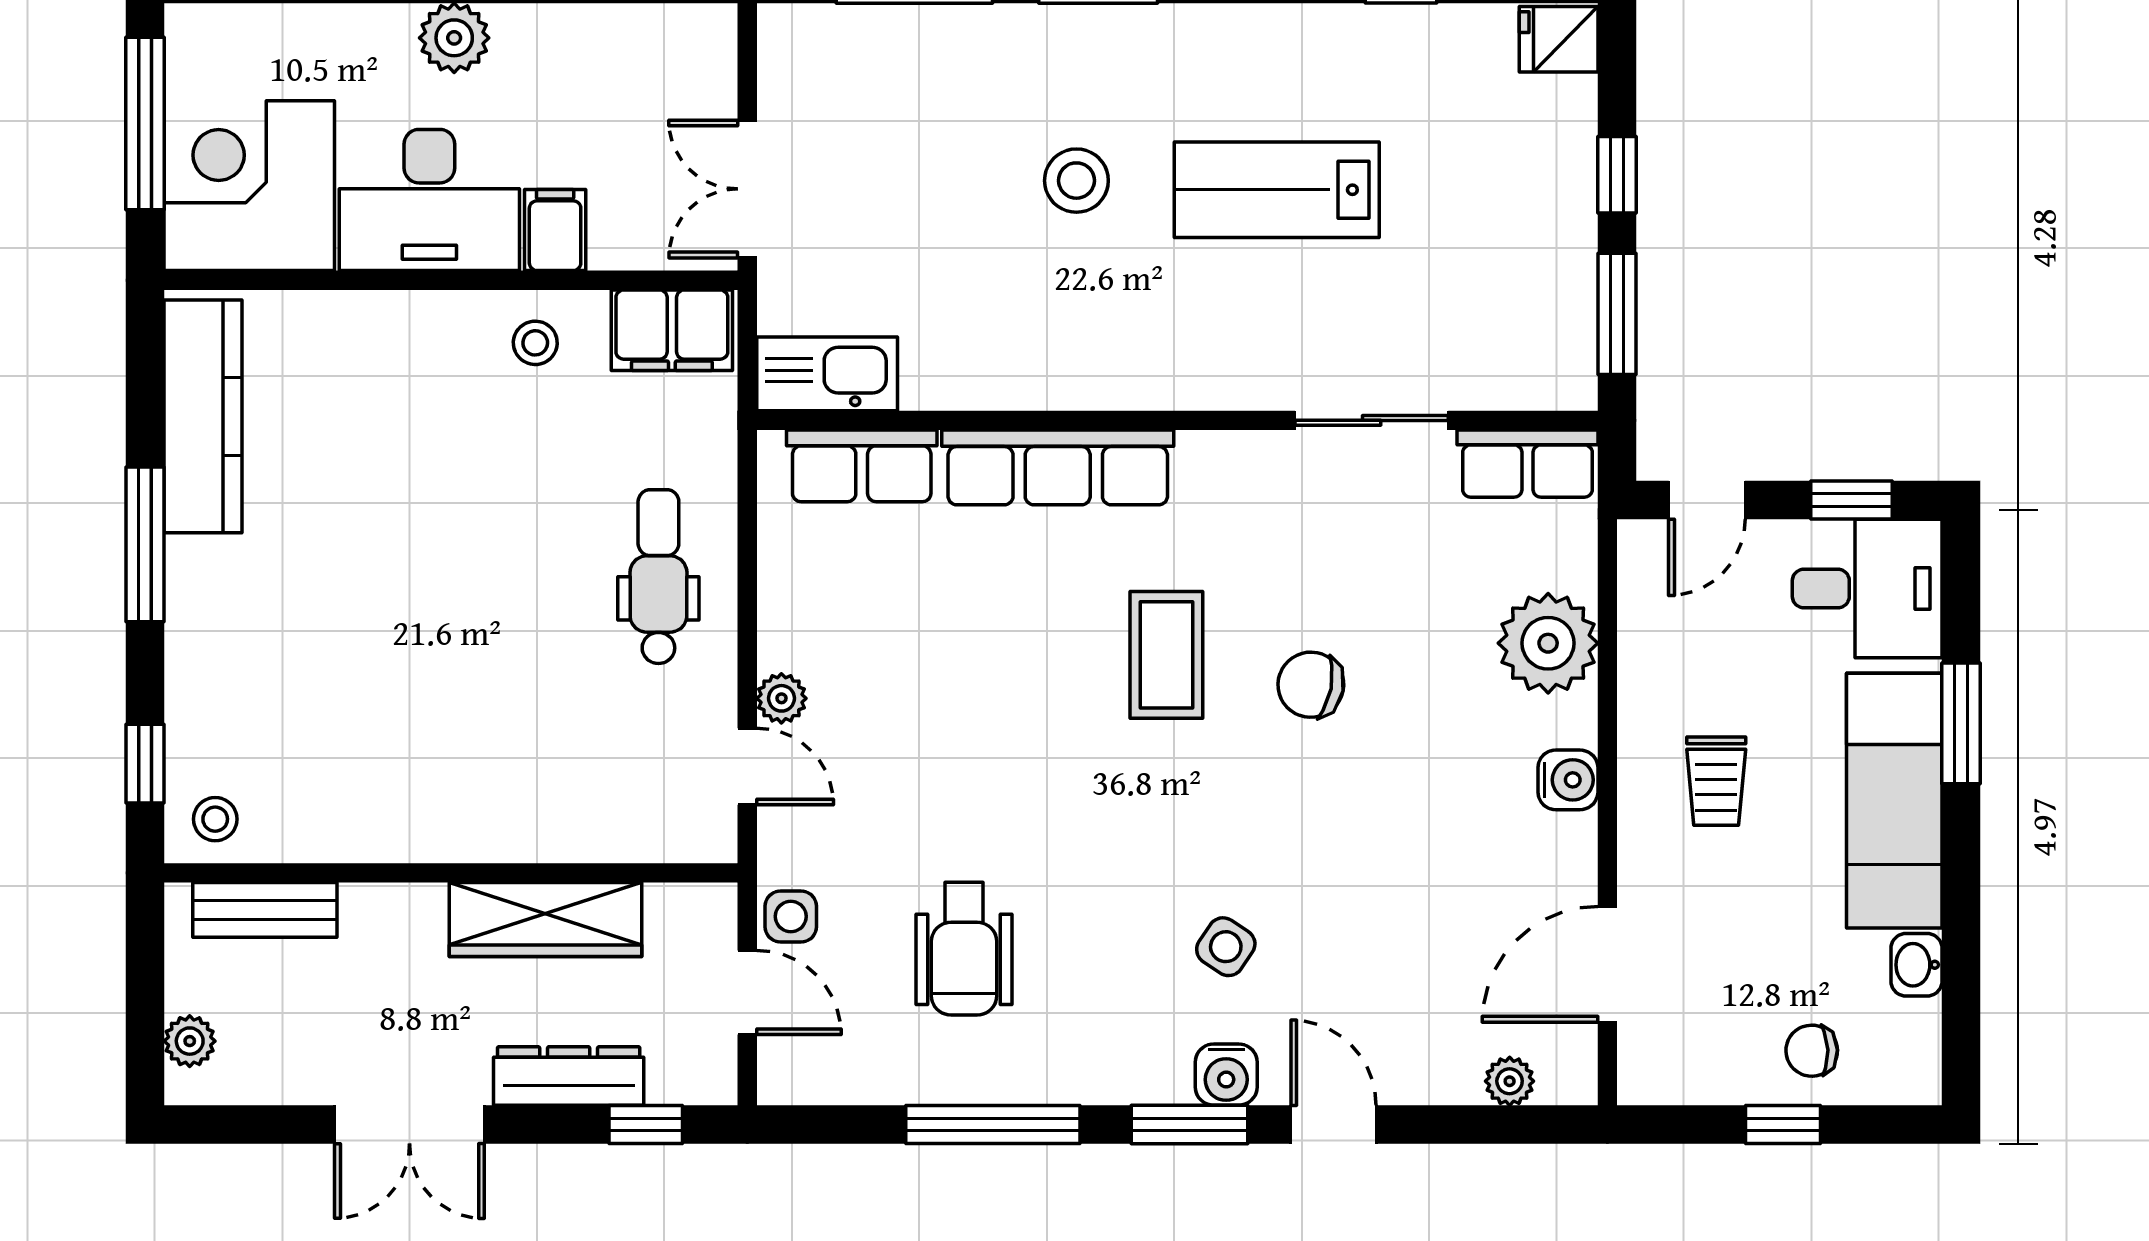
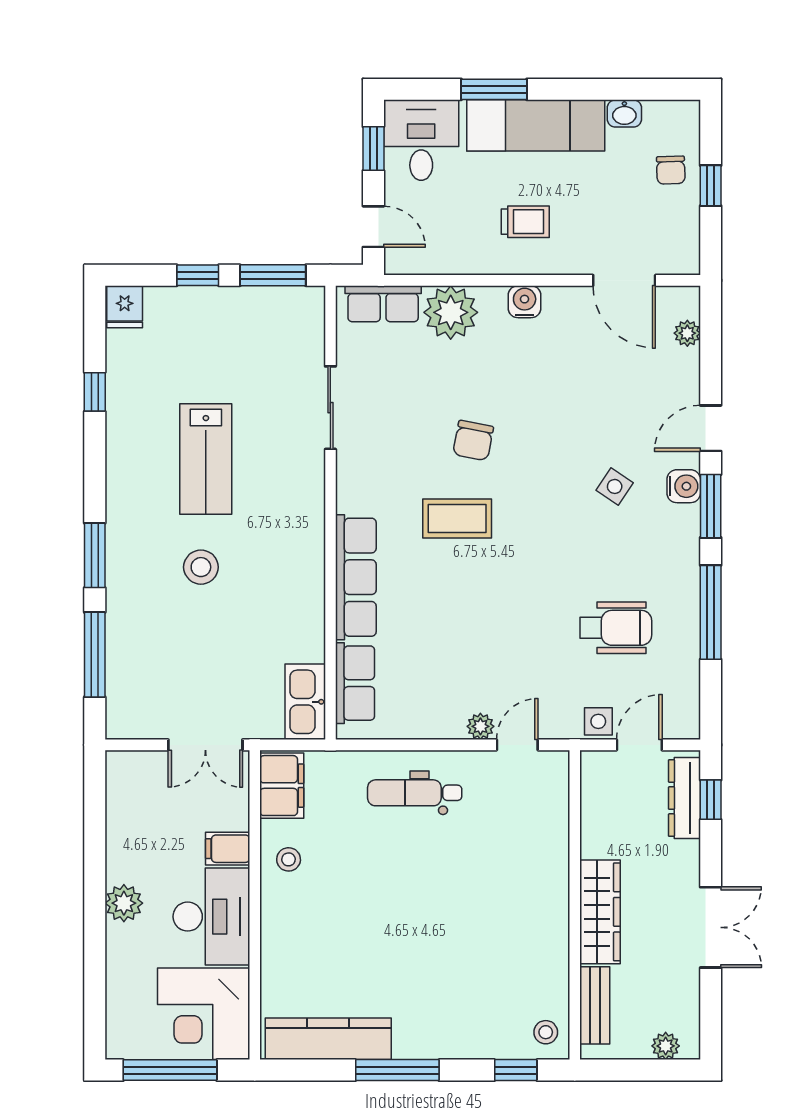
row of seats: (1527, 464) -> (383, 304), moved, turned 90
wardrobe: (545, 920) -> (600, 912), moved
dresser: (569, 1076) -> (684, 798), moved

